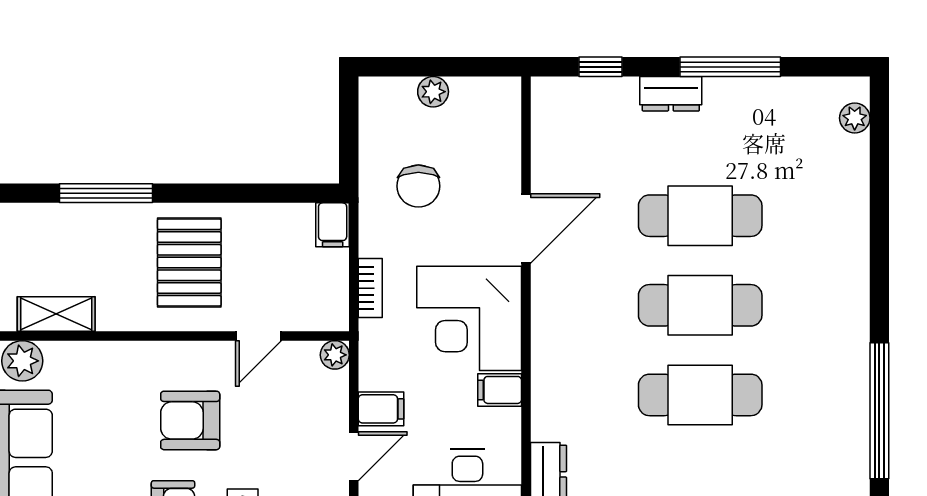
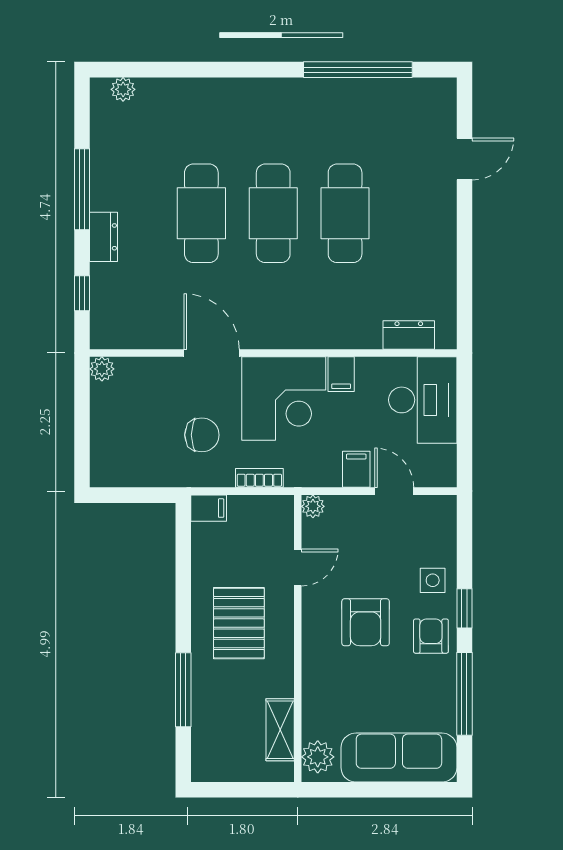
plant: (433, 92) -> (102, 369), moved
chair: (418, 186) -> (202, 435), moved
pallet: (189, 262) -> (239, 623), turned 90
door: (258, 336) -> (298, 567), hinge flipped

